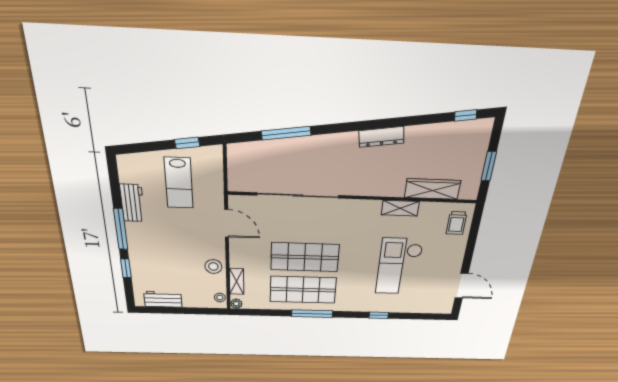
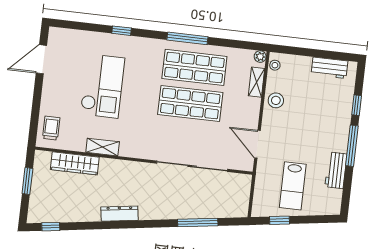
lab bench: (179, 183) -> (293, 186), turned 180
door: (461, 286) -> (41, 59), hinge flipped

